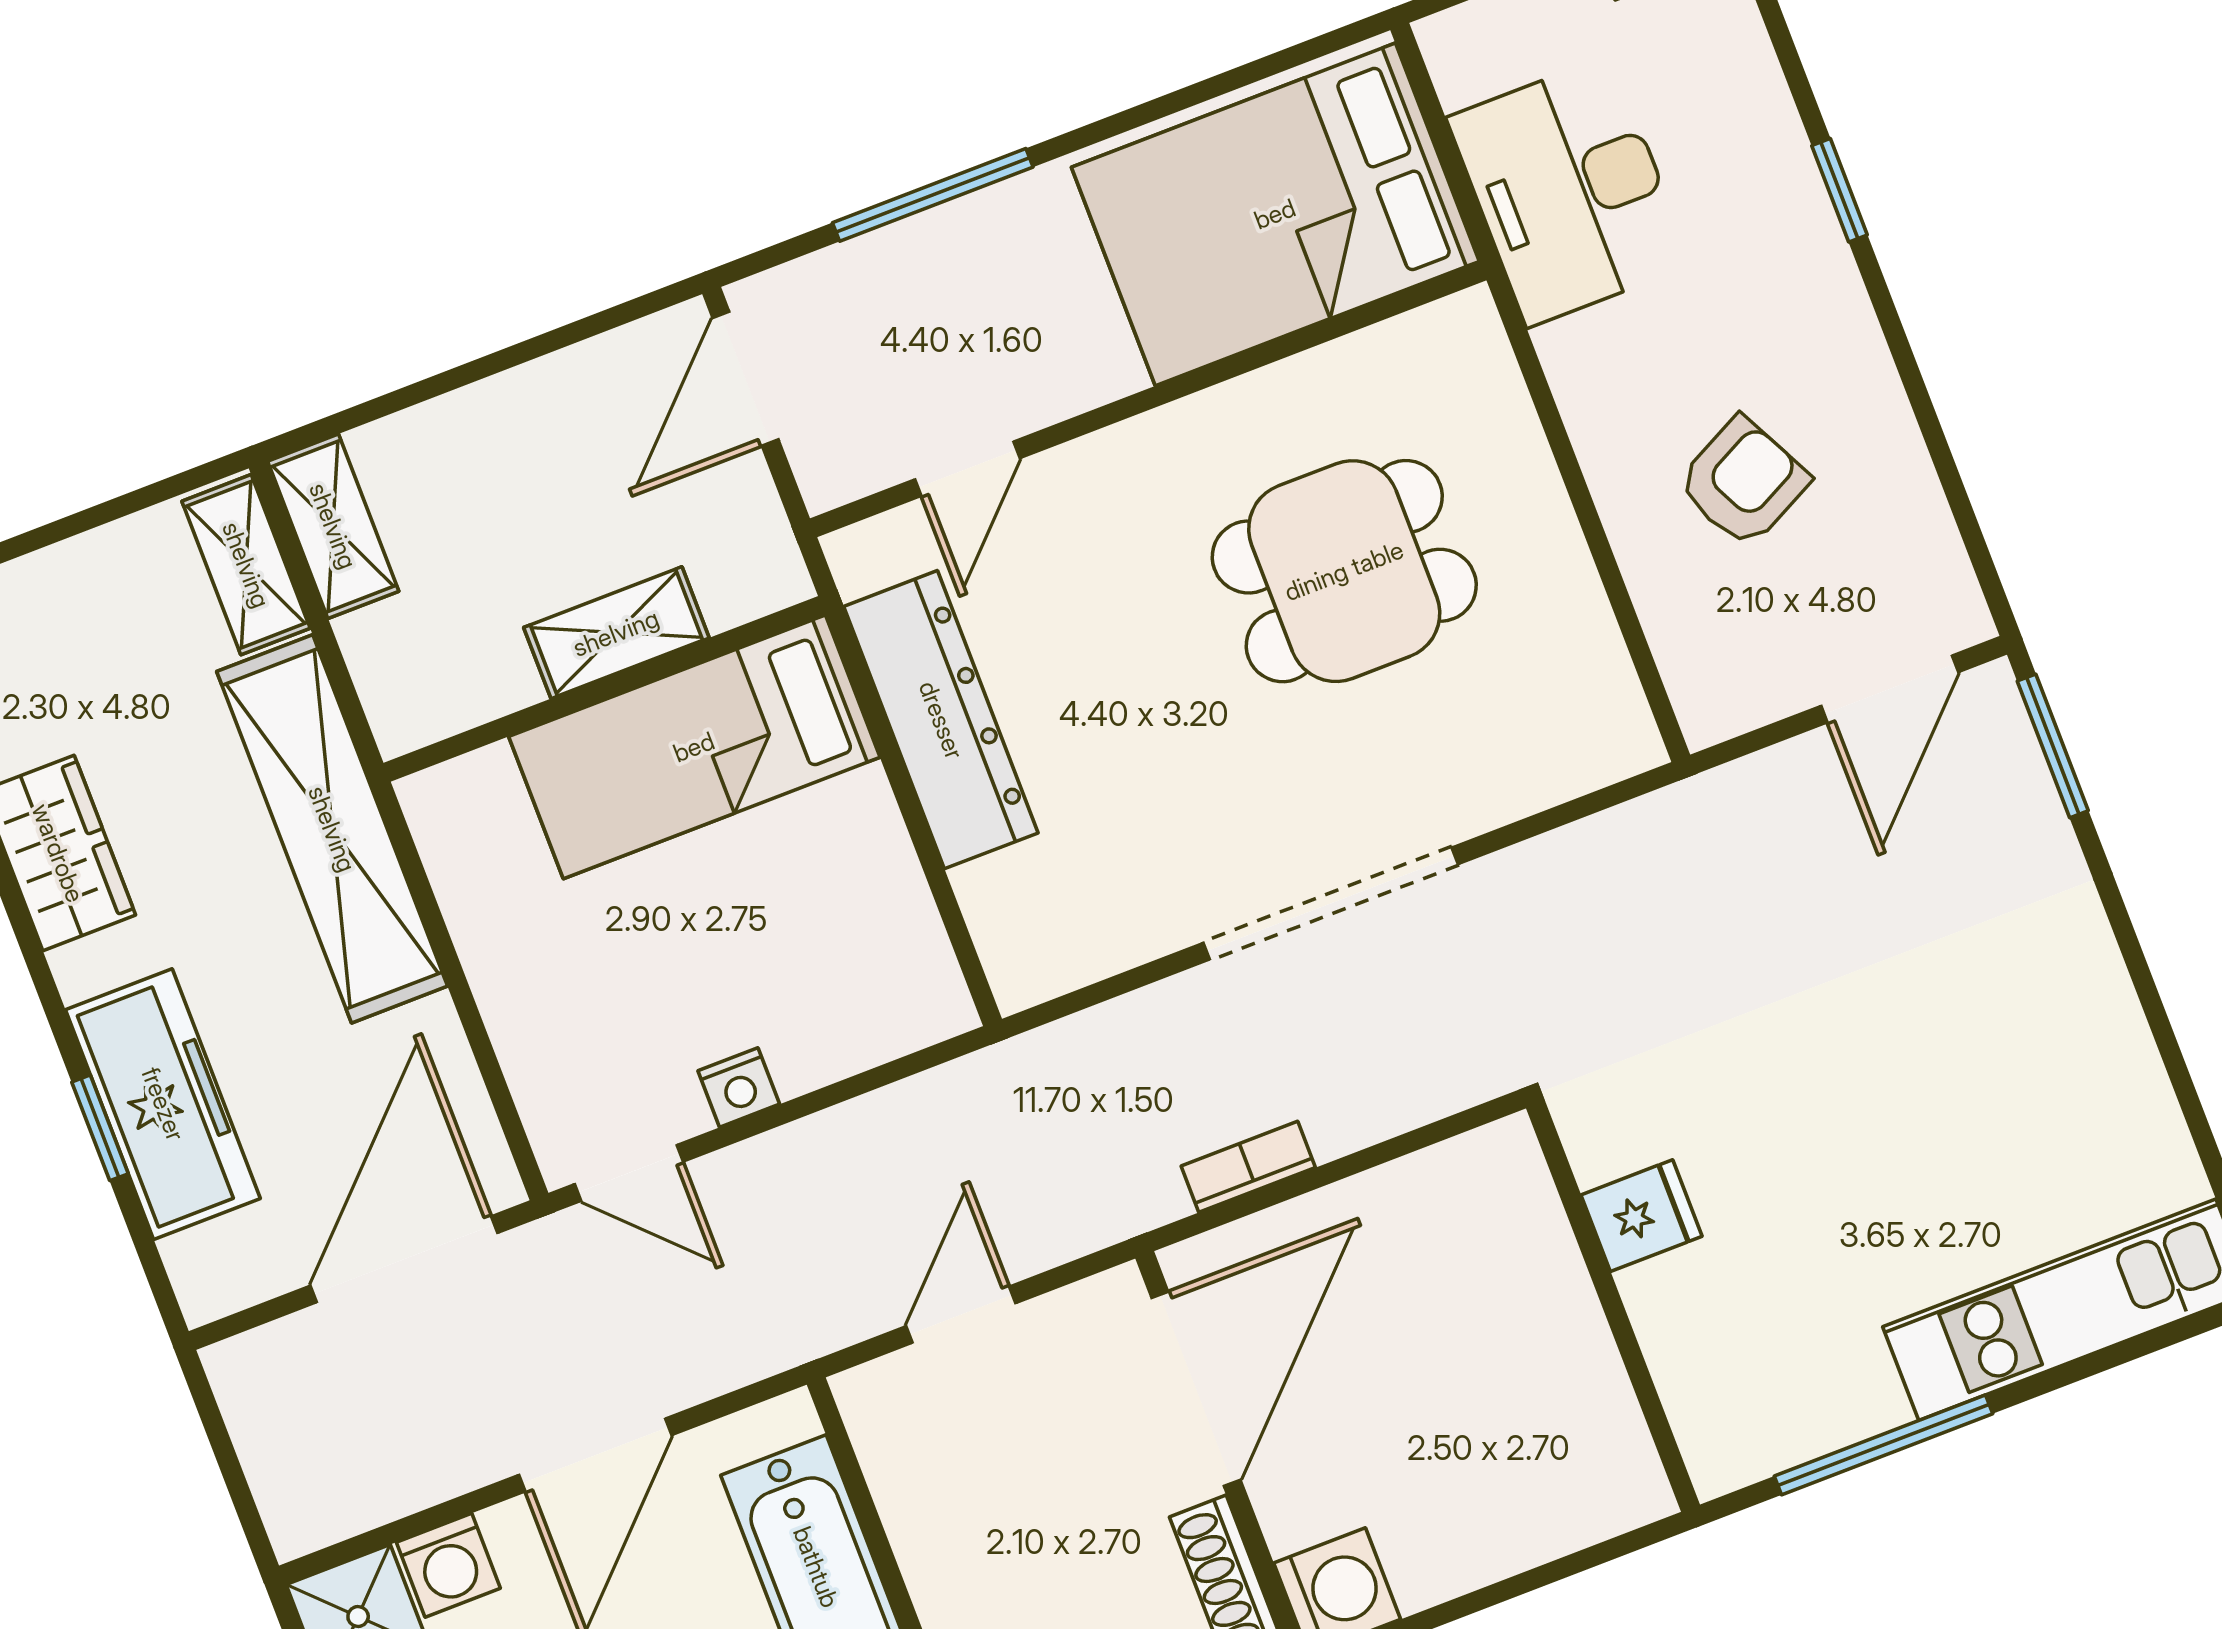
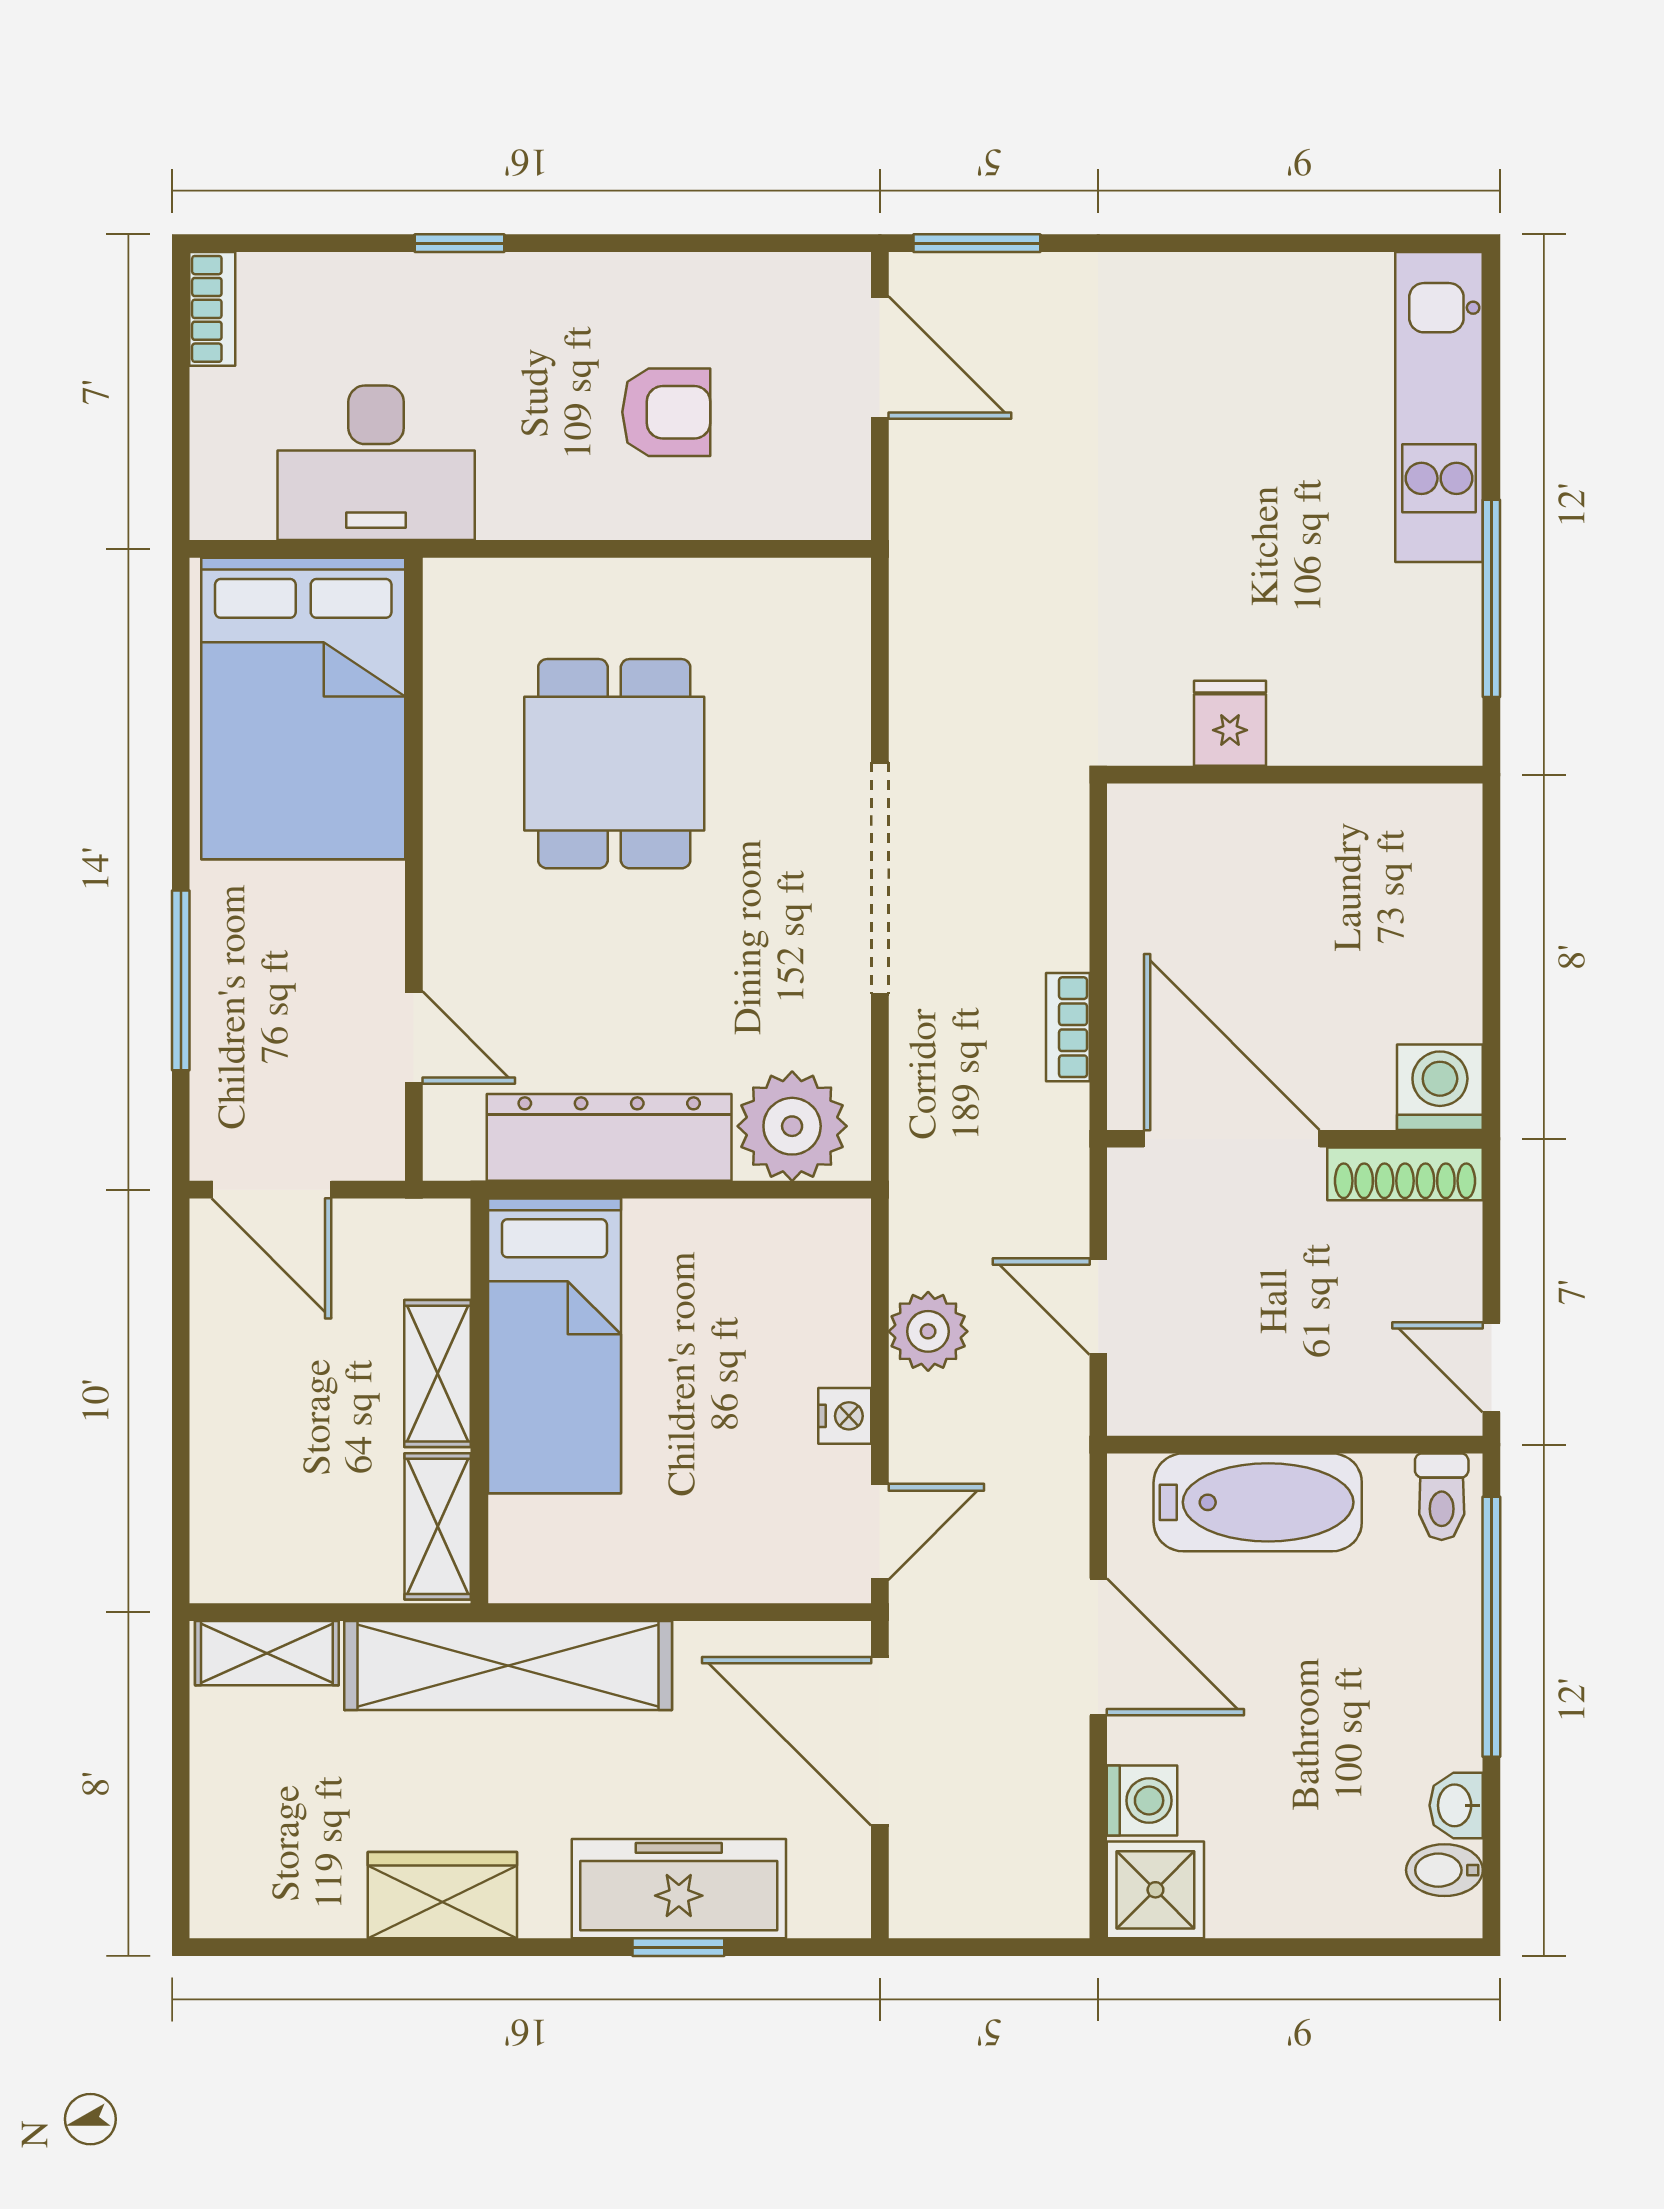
armchair: (1743, 482) -> (666, 412), turned 117
shelving: (333, 526) -> (438, 1526), moved, turned 90
plant: (1028, 911) -> (792, 1126), added
plant: (864, 1142) -> (928, 1331), added

